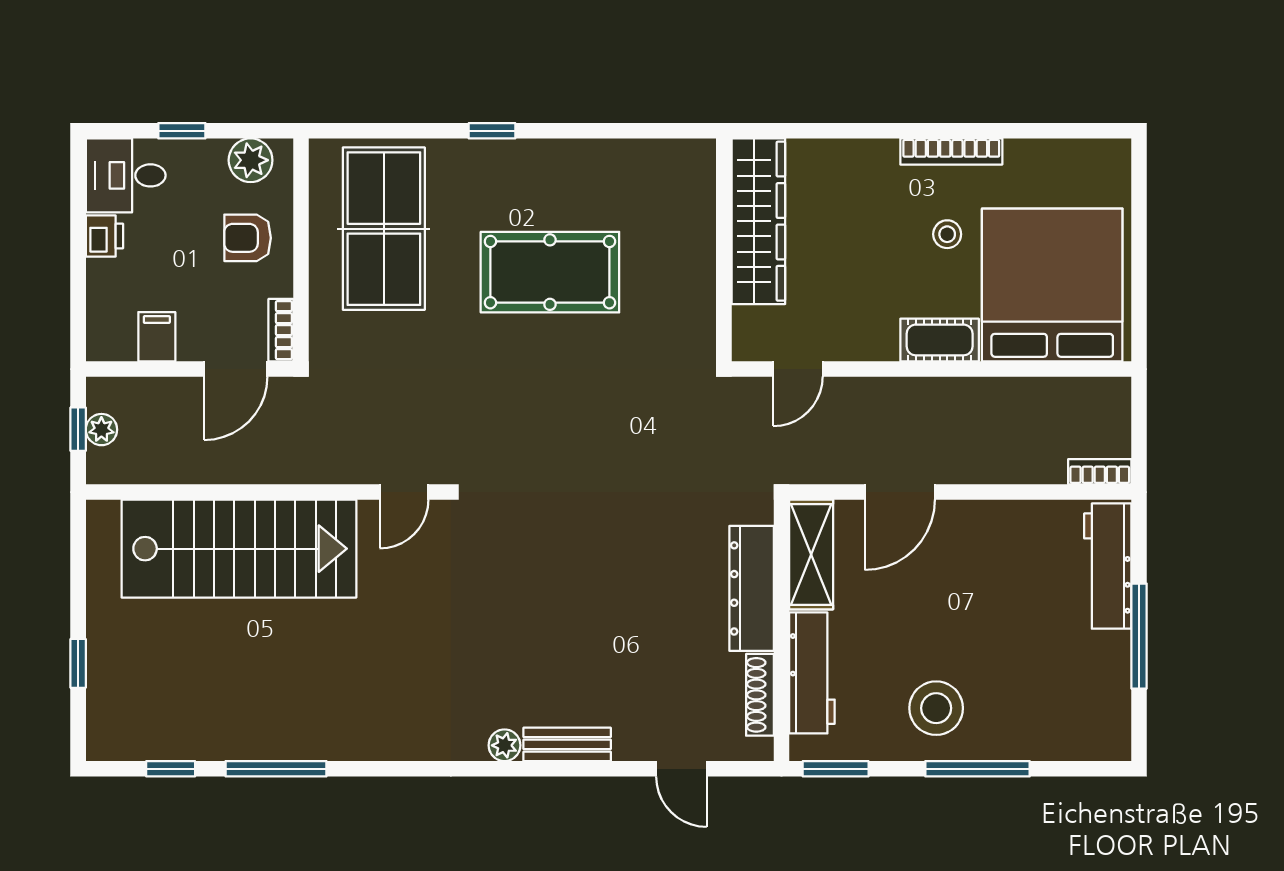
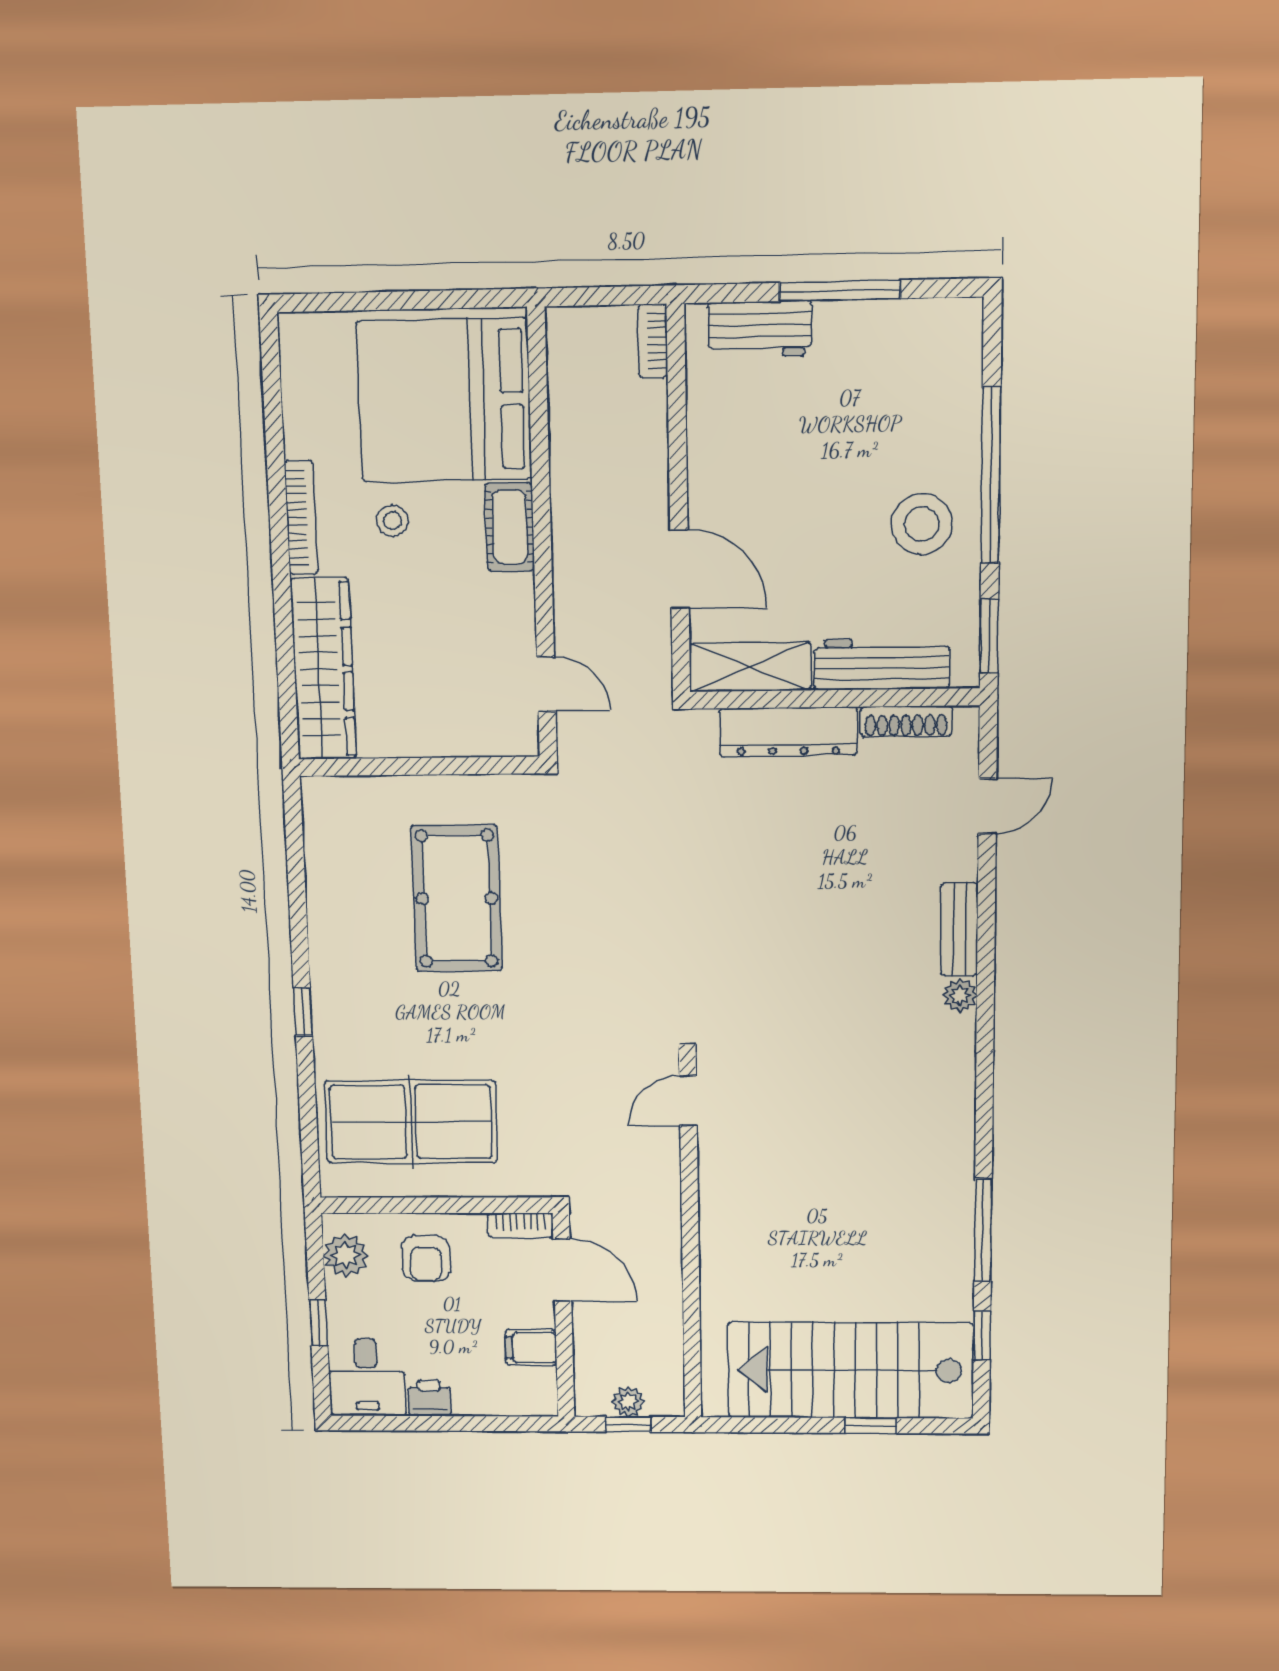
wardrobe: (758, 221) -> (323, 669), moved, turned 90
pool table: (550, 272) -> (457, 899), moved
door: (404, 492) -> (688, 1101), swing flipped
stairs: (239, 549) -> (850, 1370), moved, turned -90
workbench: (1108, 566) -> (760, 329), width x0.73
window: (977, 769) -> (991, 476), width x1.46

